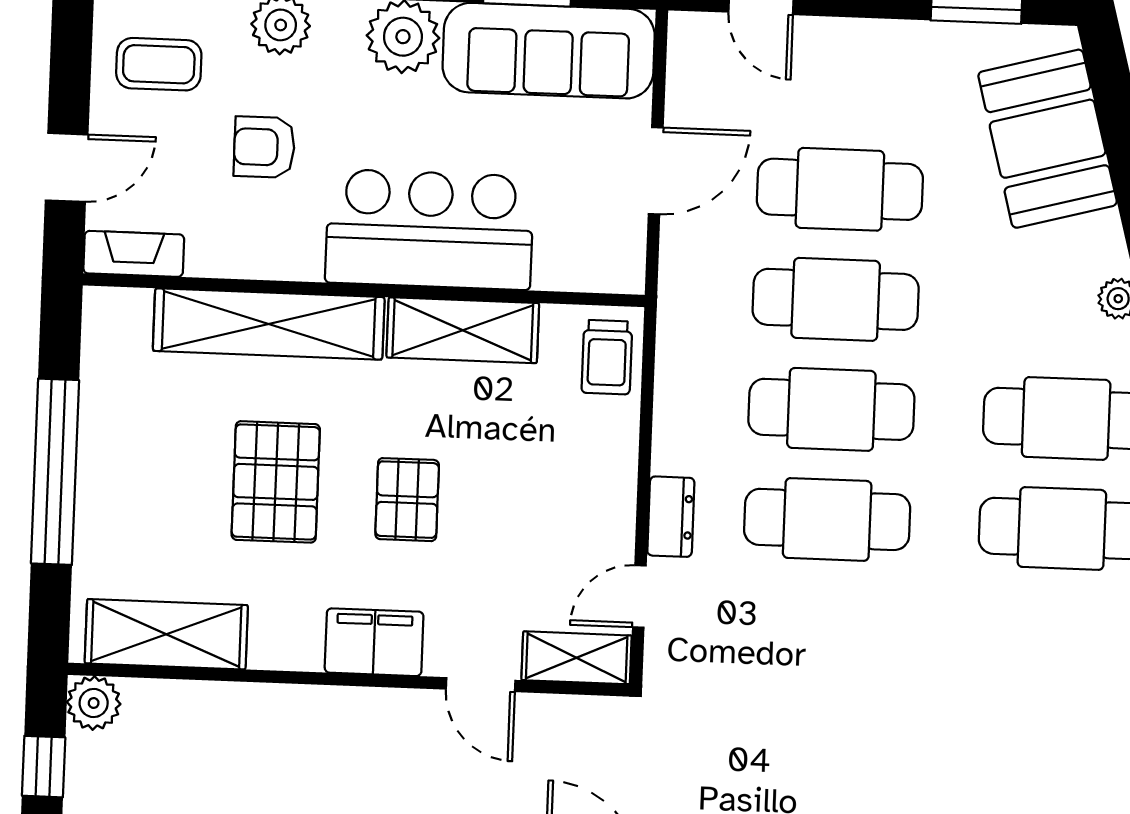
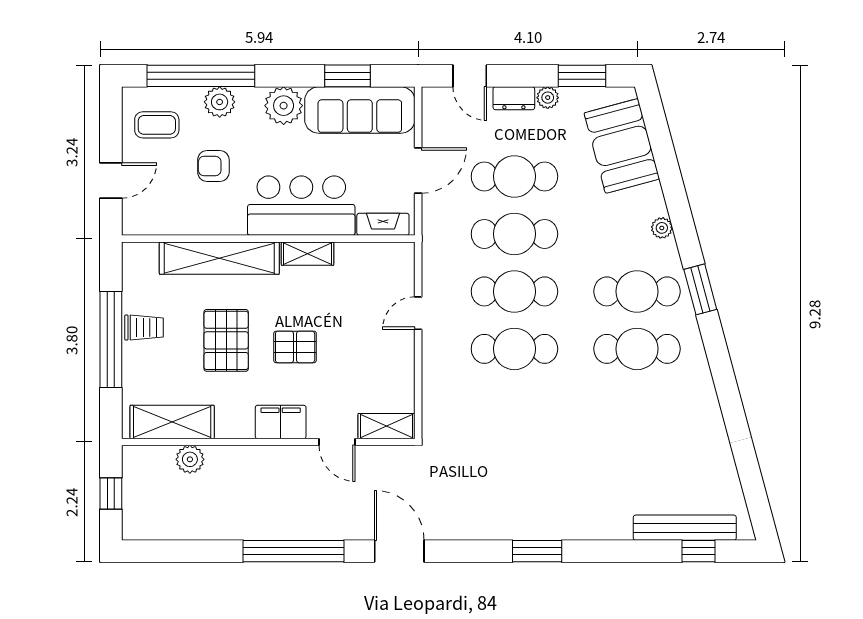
plant: (909, 41) -> (548, 98), added
fireplace: (134, 254) -> (383, 224), moved
shelving: (463, 330) -> (308, 254), width x0.67, depth x0.75
trolley: (607, 357) -> (144, 327), moved, turned -90
pallet: (407, 500) -> (295, 347), turned 90
dresser: (671, 517) -> (514, 98), moved, turned 90
door: (639, 596) -> (418, 313), moved
plant: (94, 703) -> (190, 459), moved

